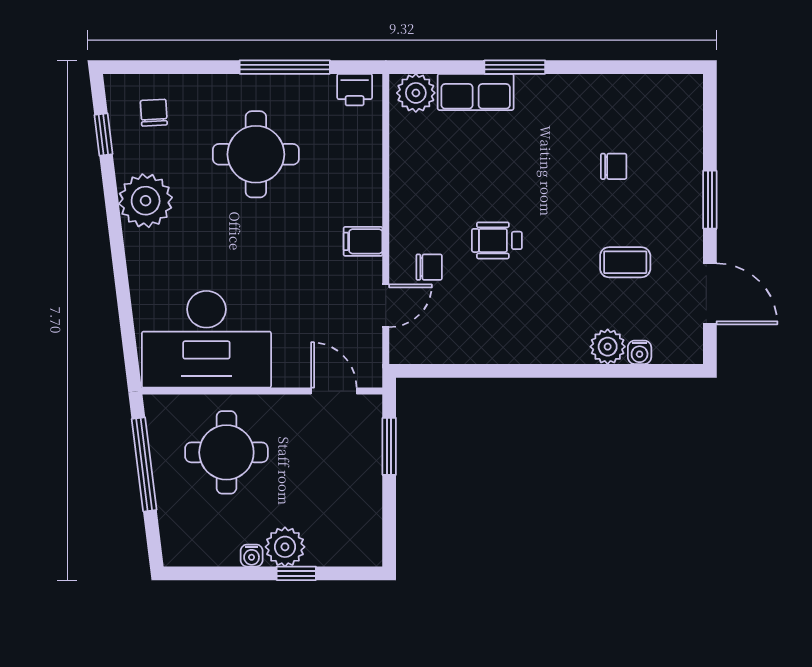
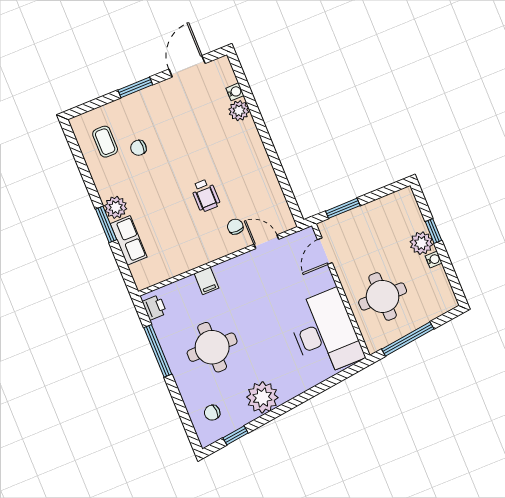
plant: (416, 93) -> (116, 207), moved
chair: (614, 166) -> (138, 148), turned -90
filing cabinet: (363, 241) -> (206, 281), moved
coffee table: (625, 262) -> (105, 142), moved

